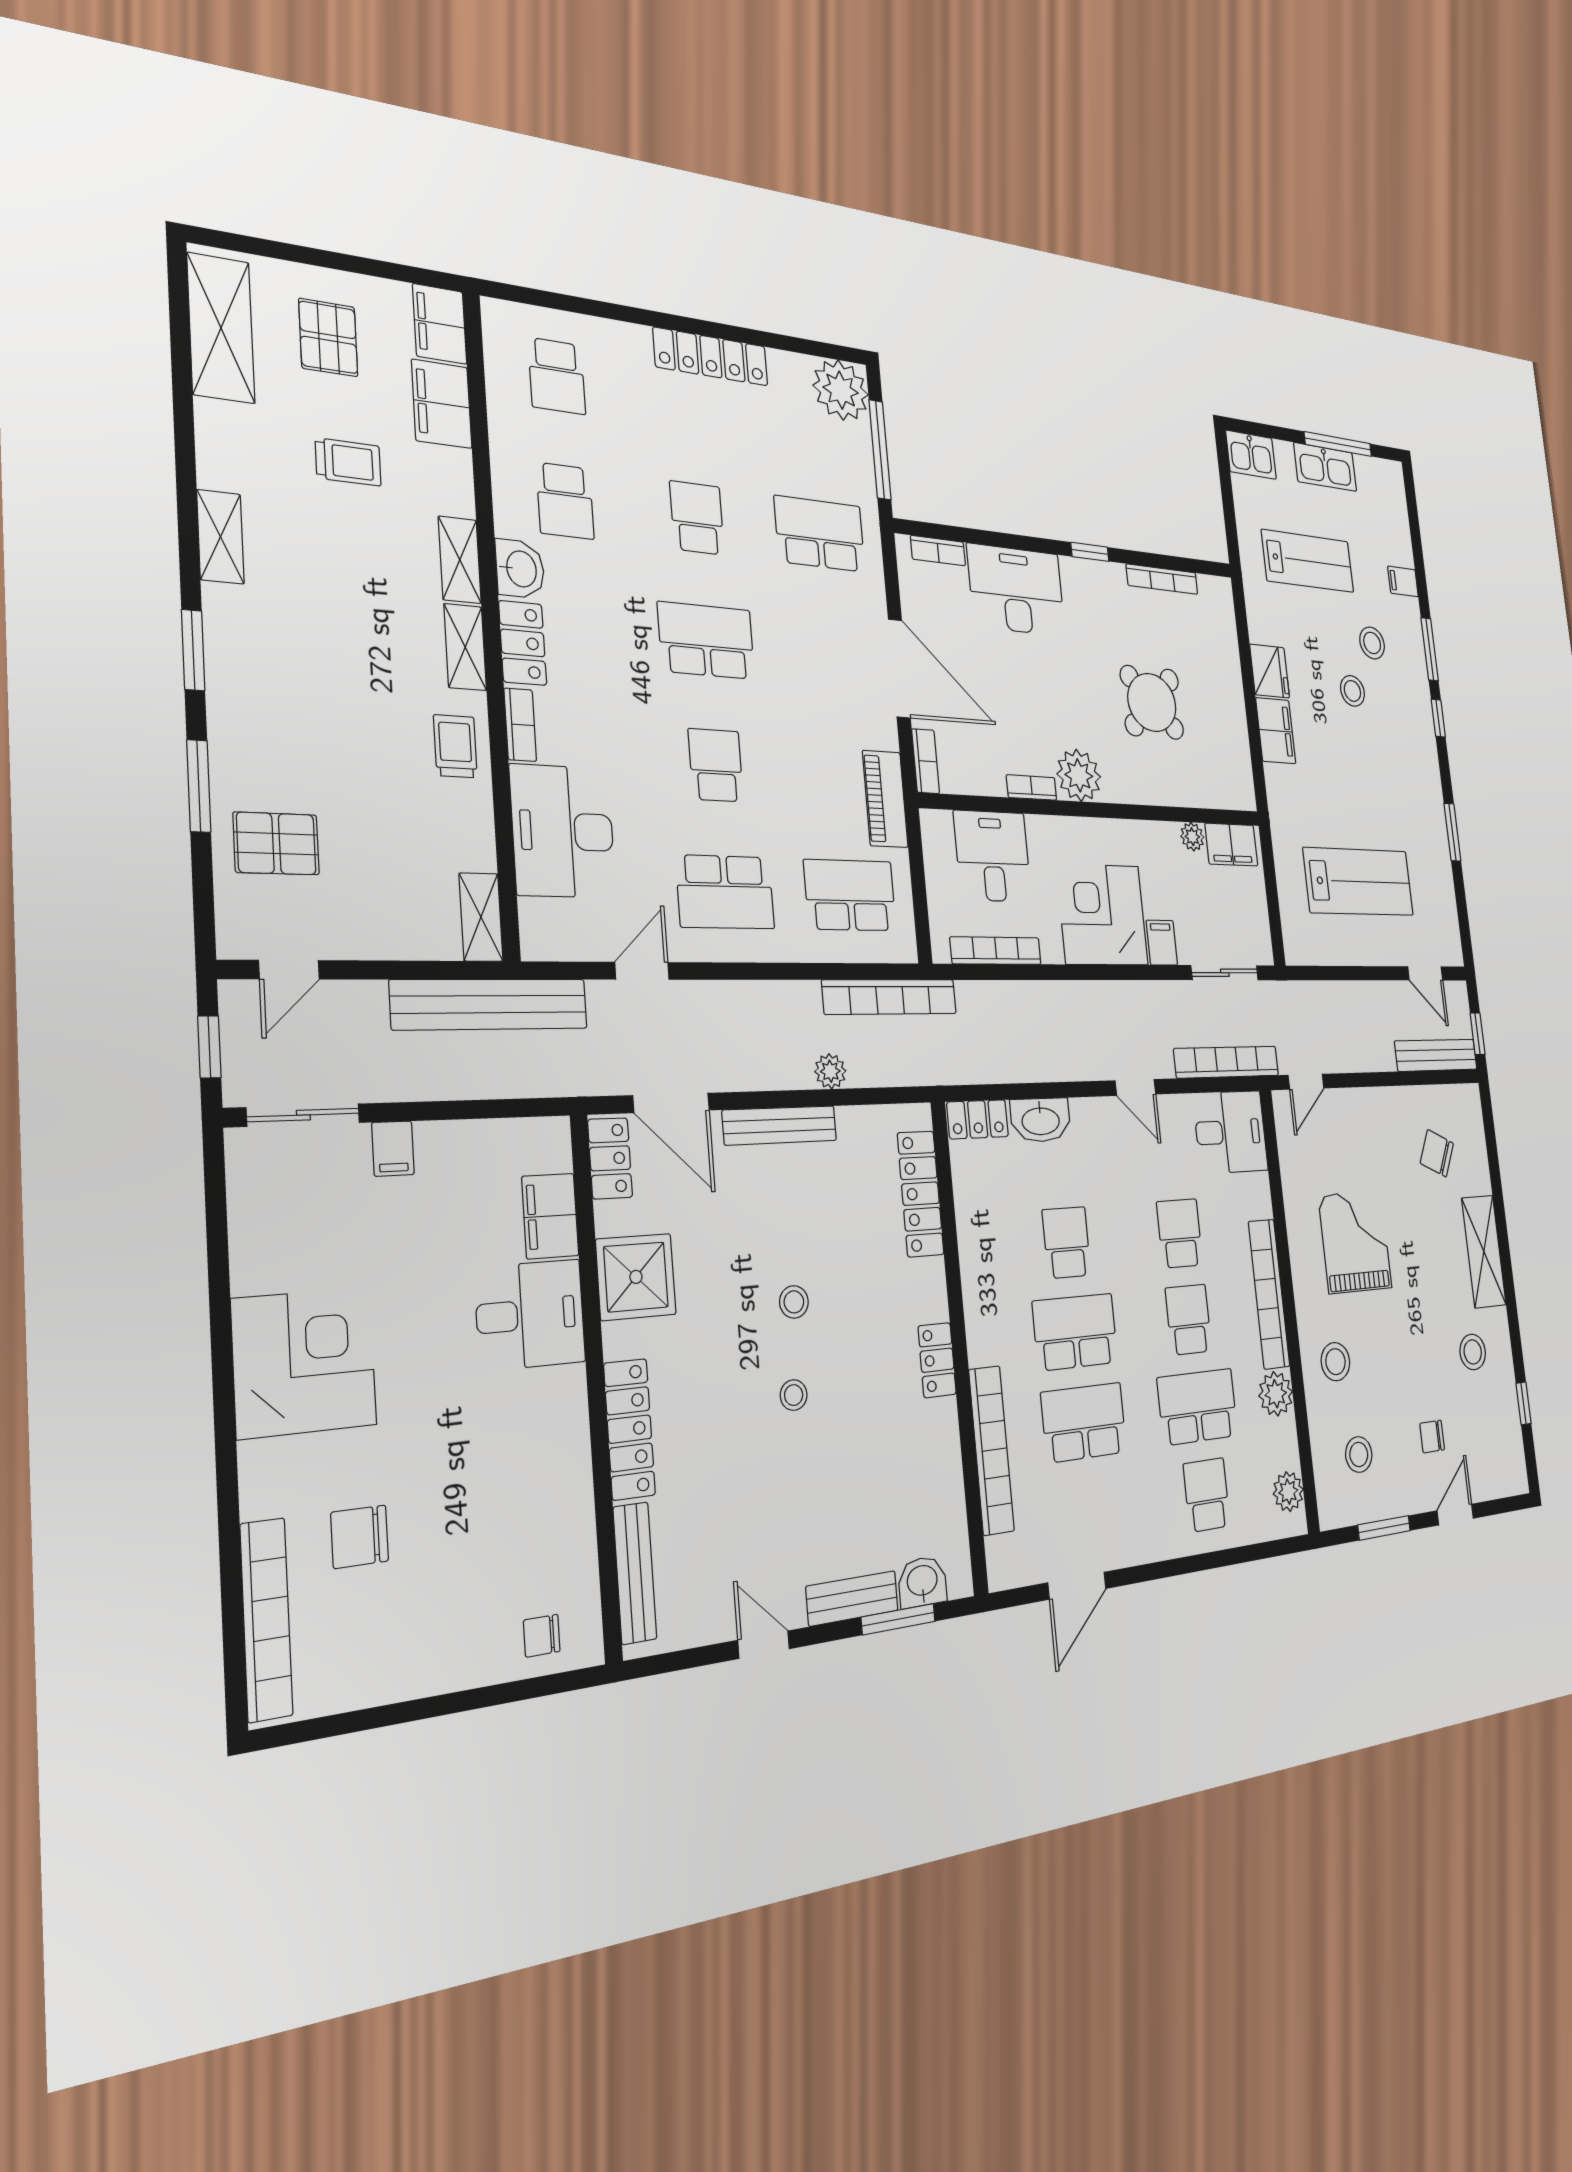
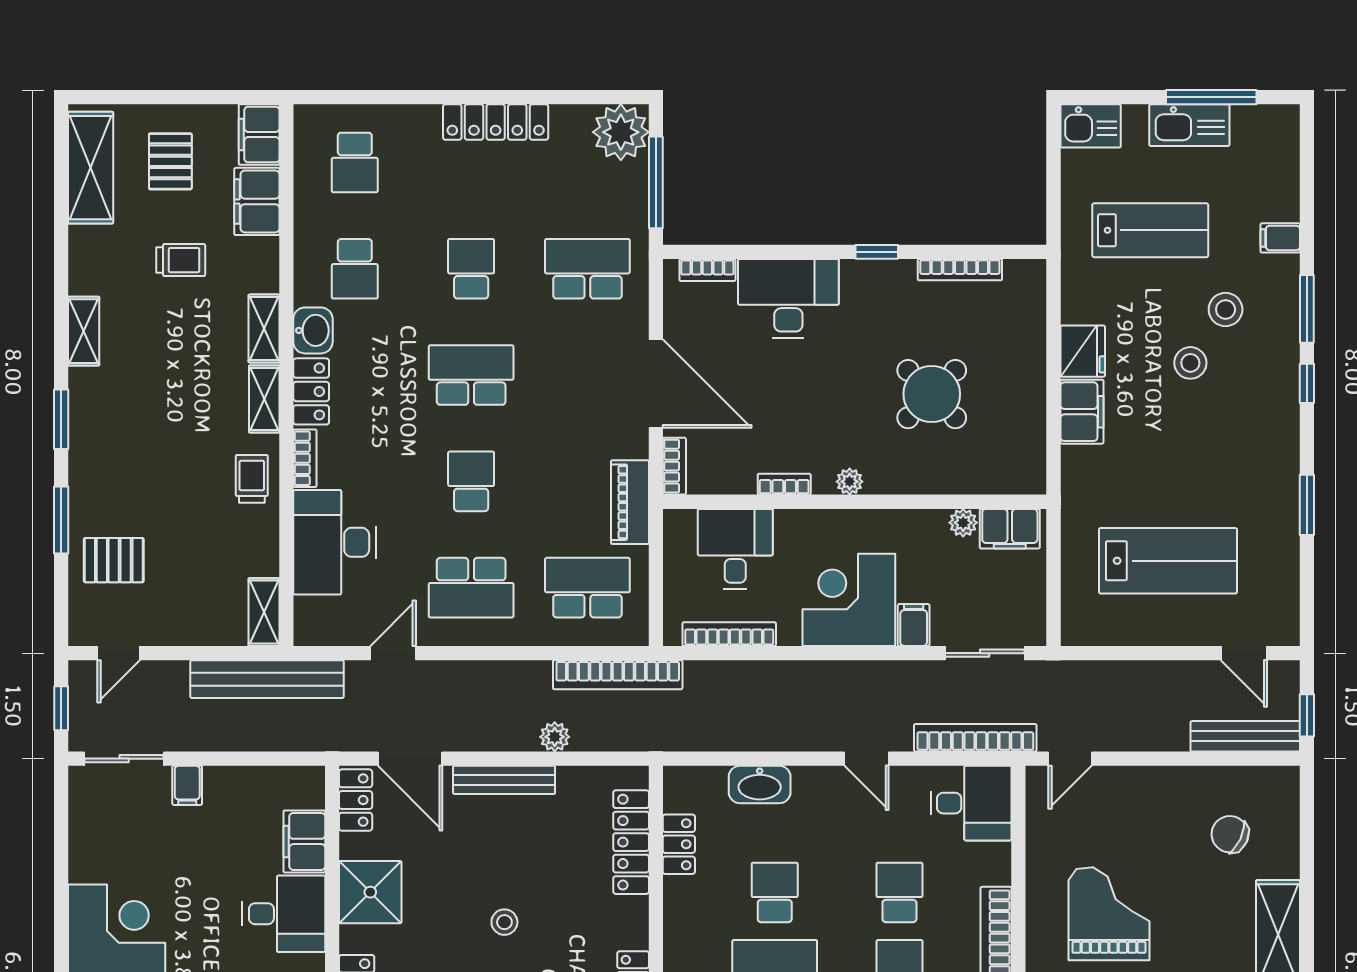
plant: (1079, 775) -> (850, 482), width x0.53, depth x0.53
locker: (978, 1119) -> (679, 844), moved, turned -90

